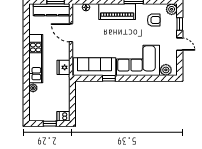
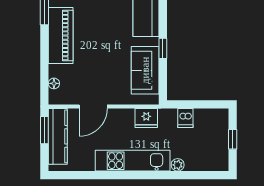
sofa: (95, 67) -> (145, 70), width x0.73
dishwasher: (63, 116) -> (185, 118), moved

